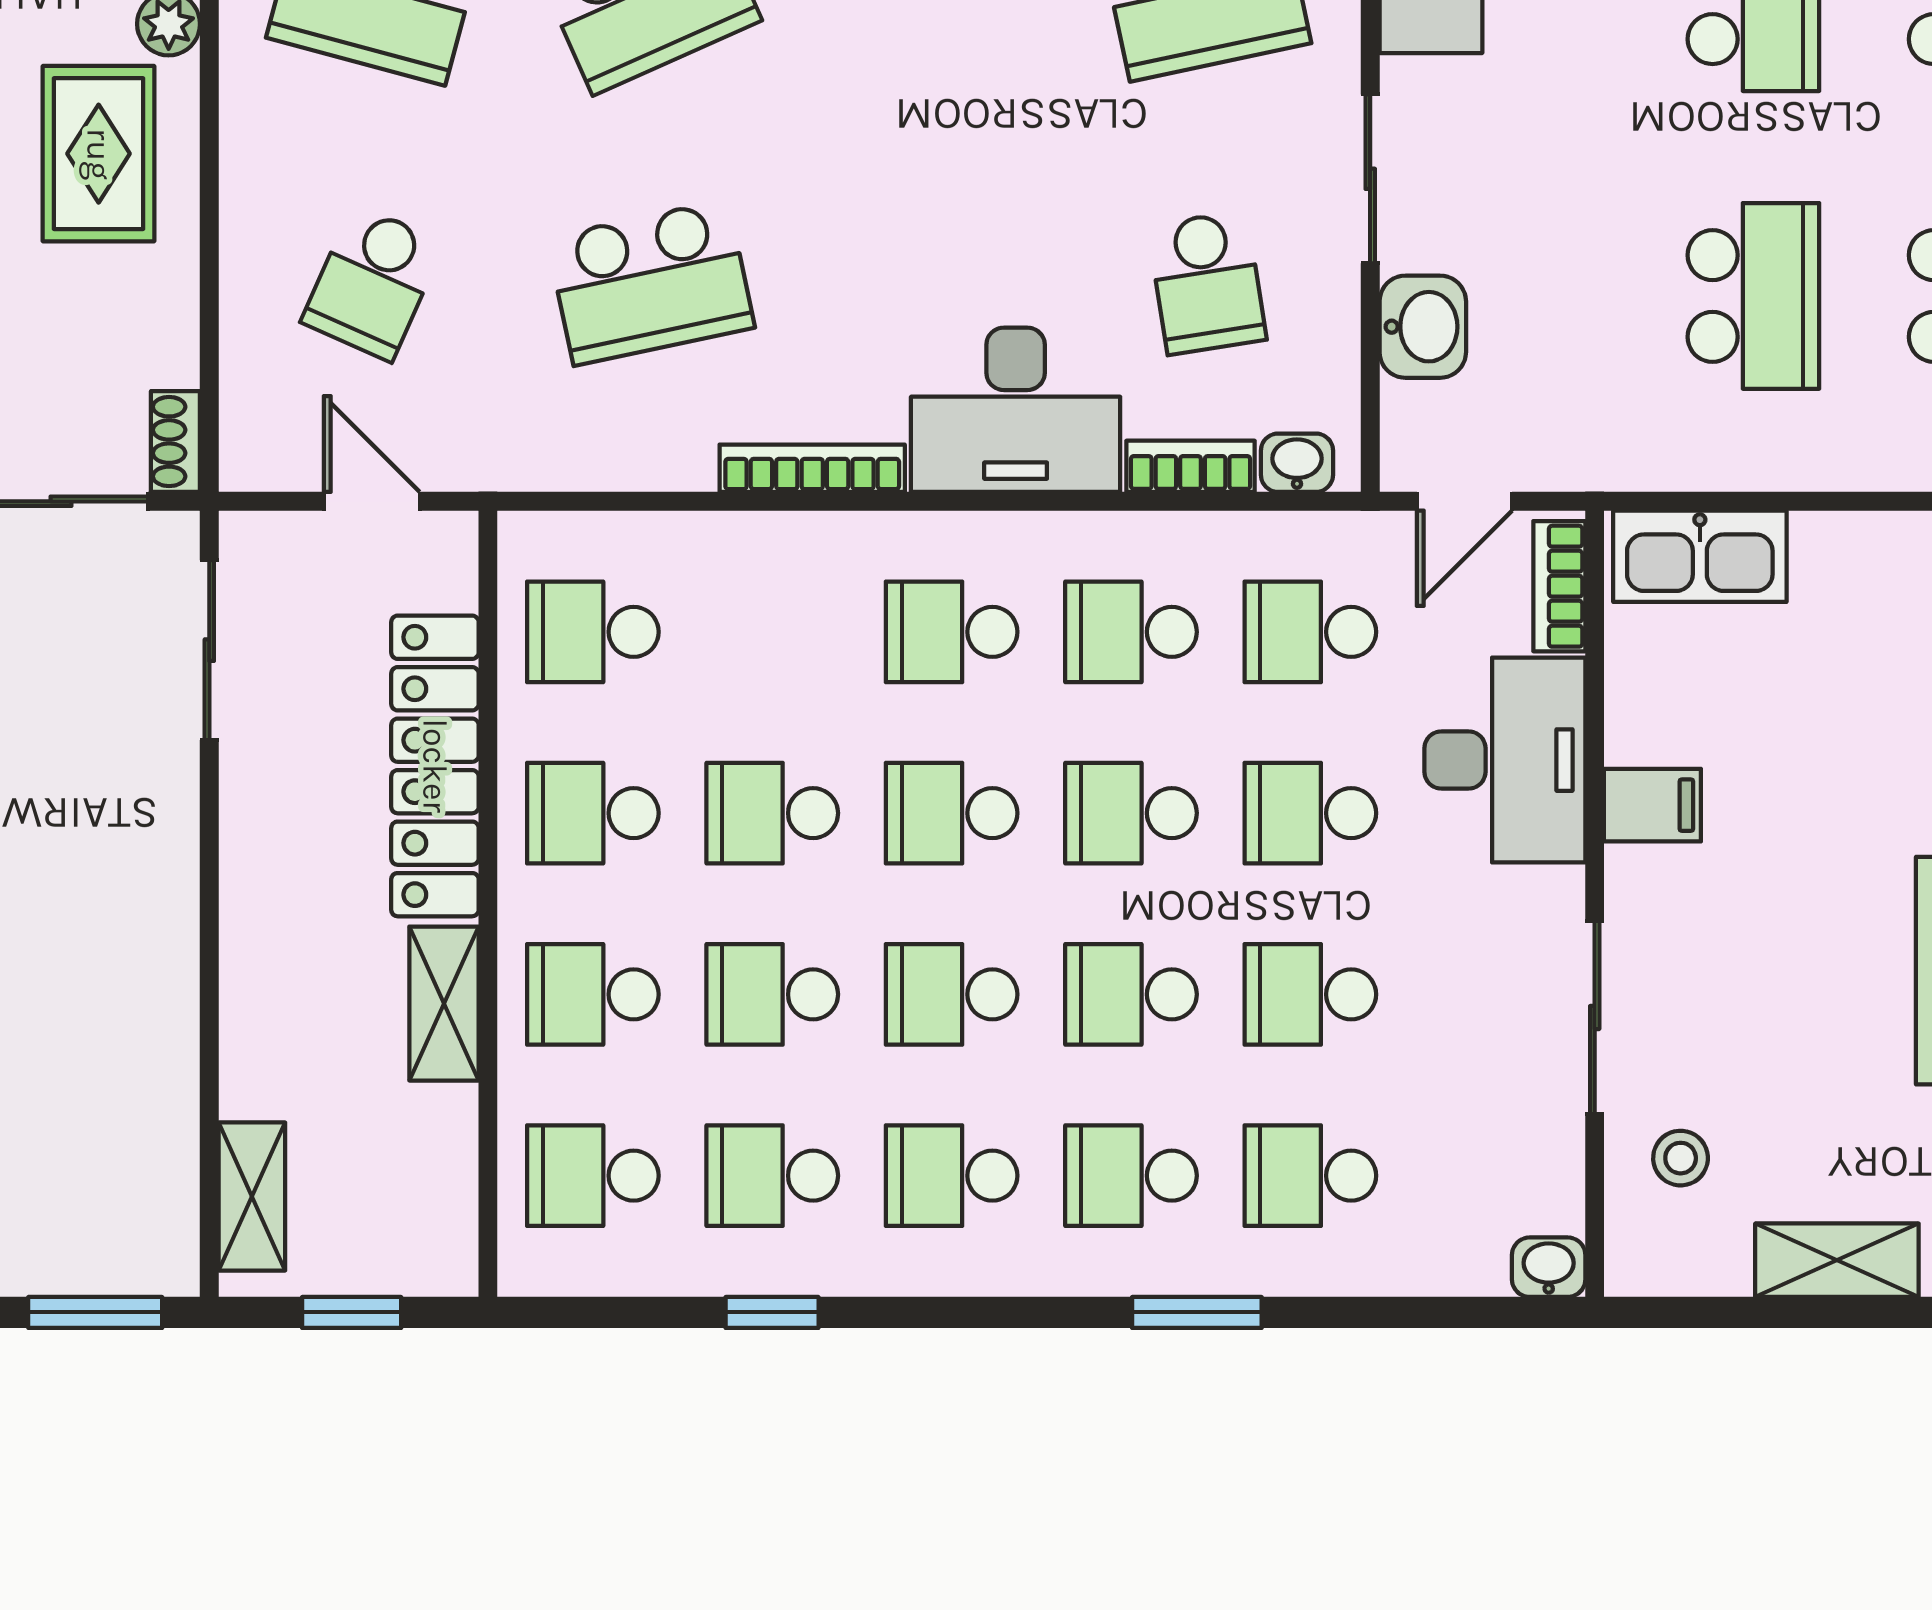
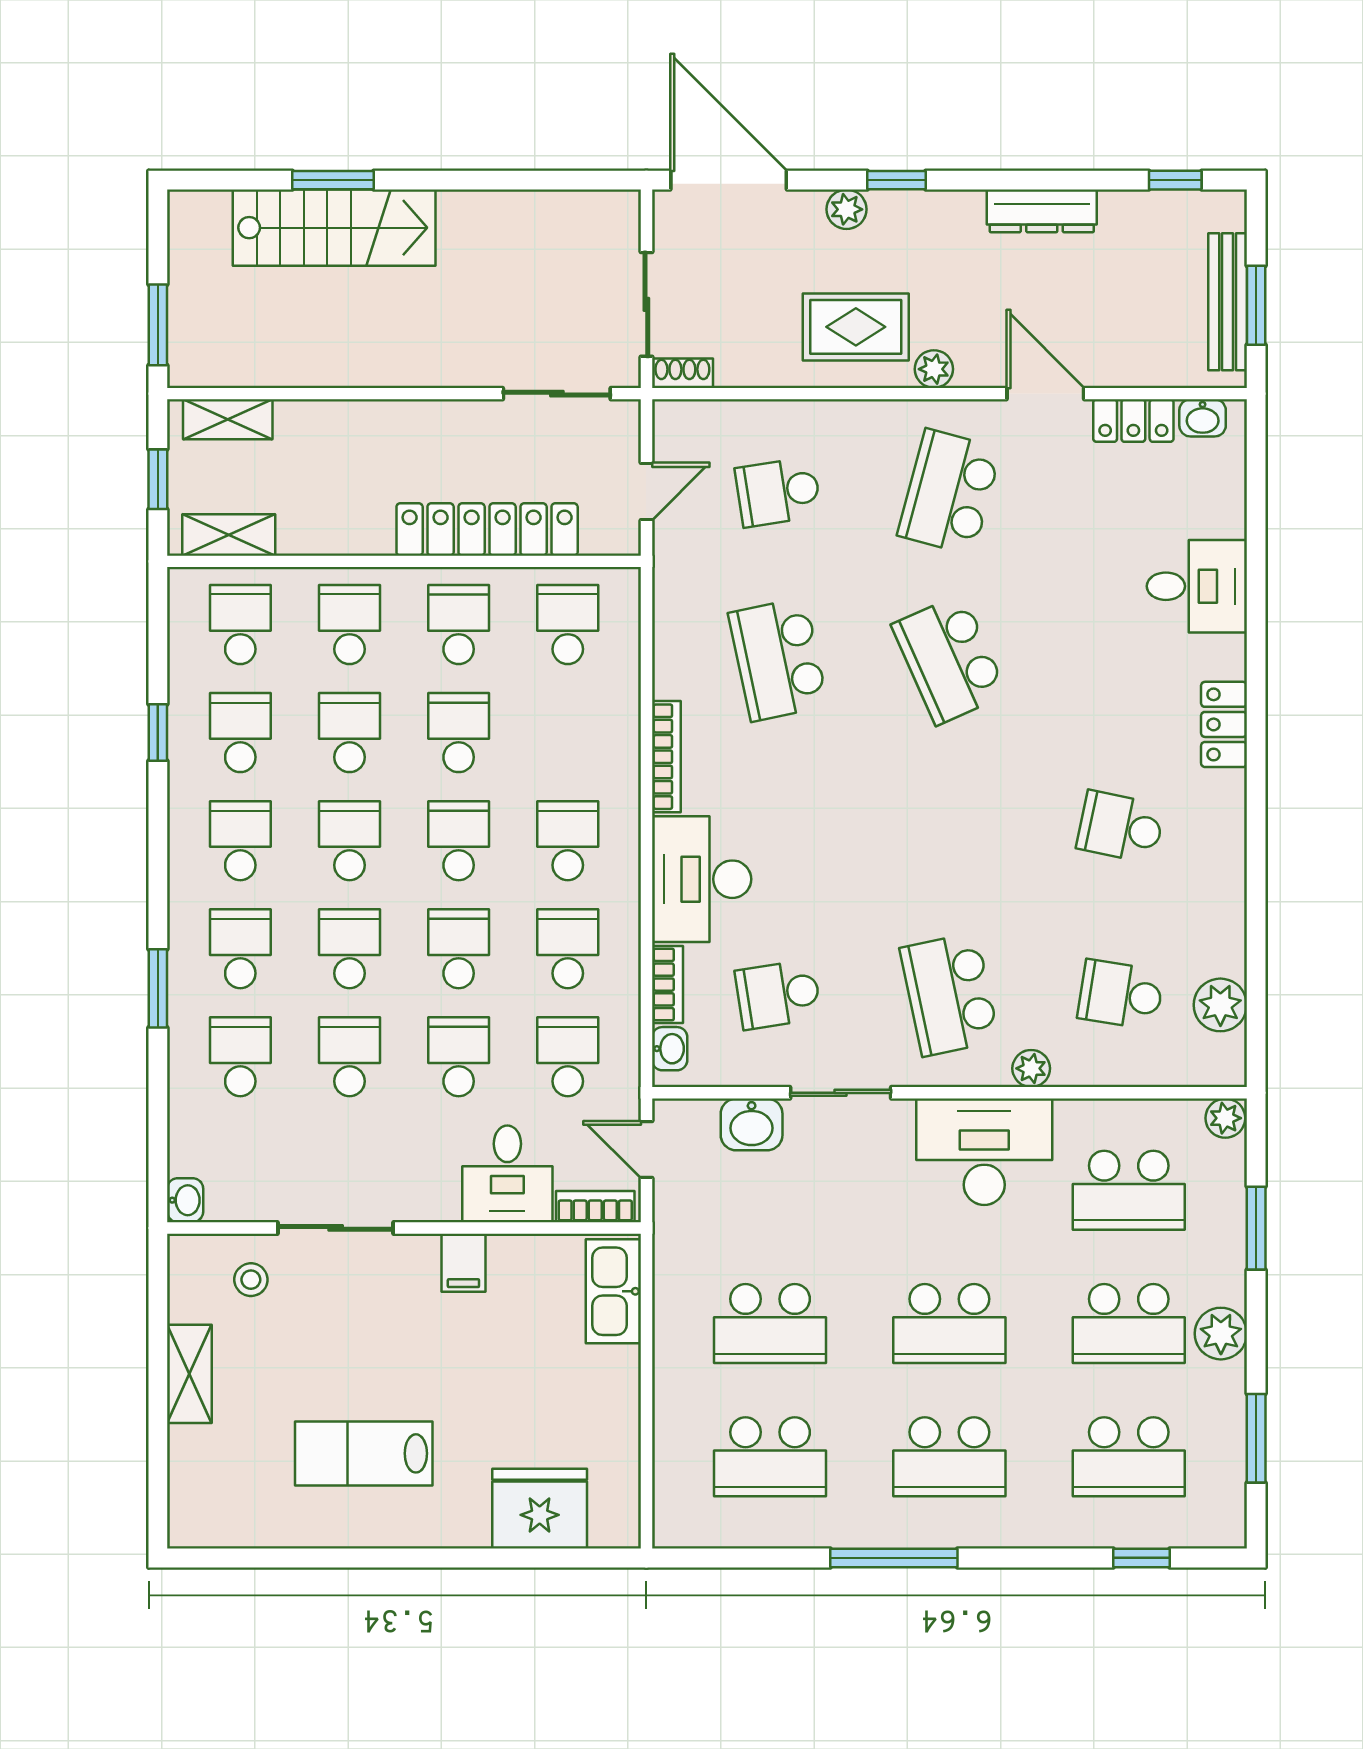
school desk: (373, 283) -> (778, 492), turned -33
desk: (1505, 760) -> (507, 1174), width x0.73
shelving: (444, 1004) -> (229, 535), moved

